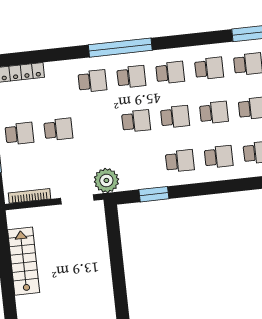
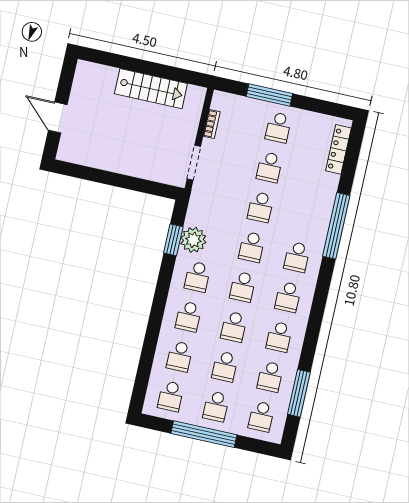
window: (120, 48) -> (336, 226), moved
school desk: (92, 81) -> (261, 207), moved
plant: (106, 180) -> (193, 240), moved
bookcase: (30, 196) -> (212, 124), width x0.64

